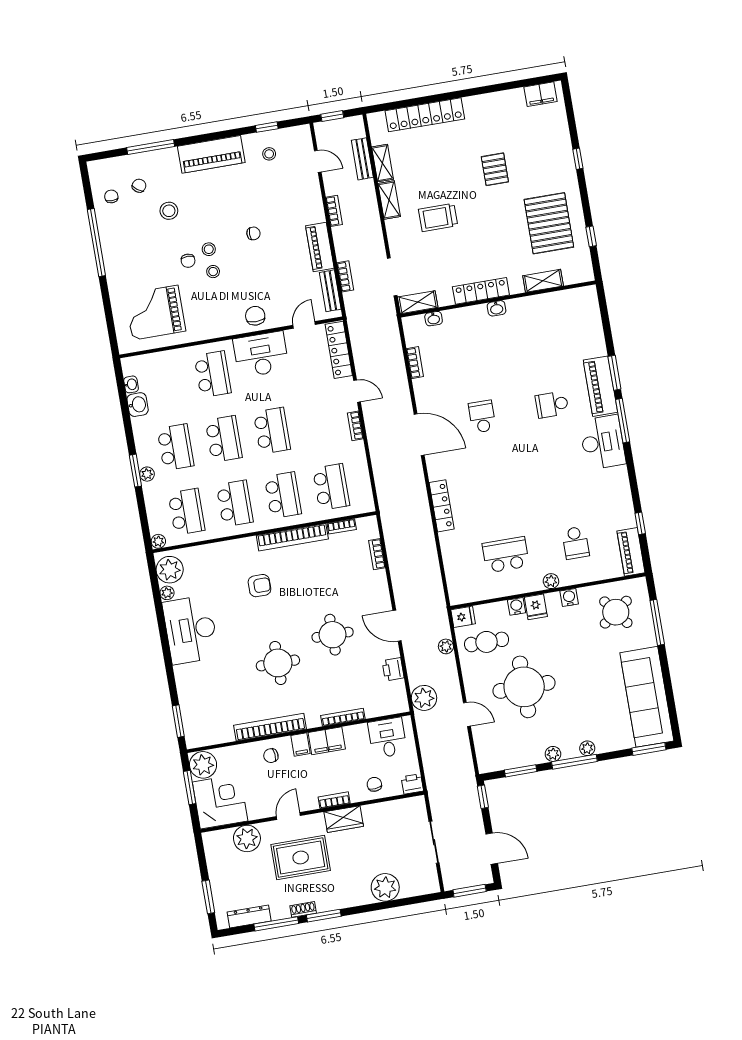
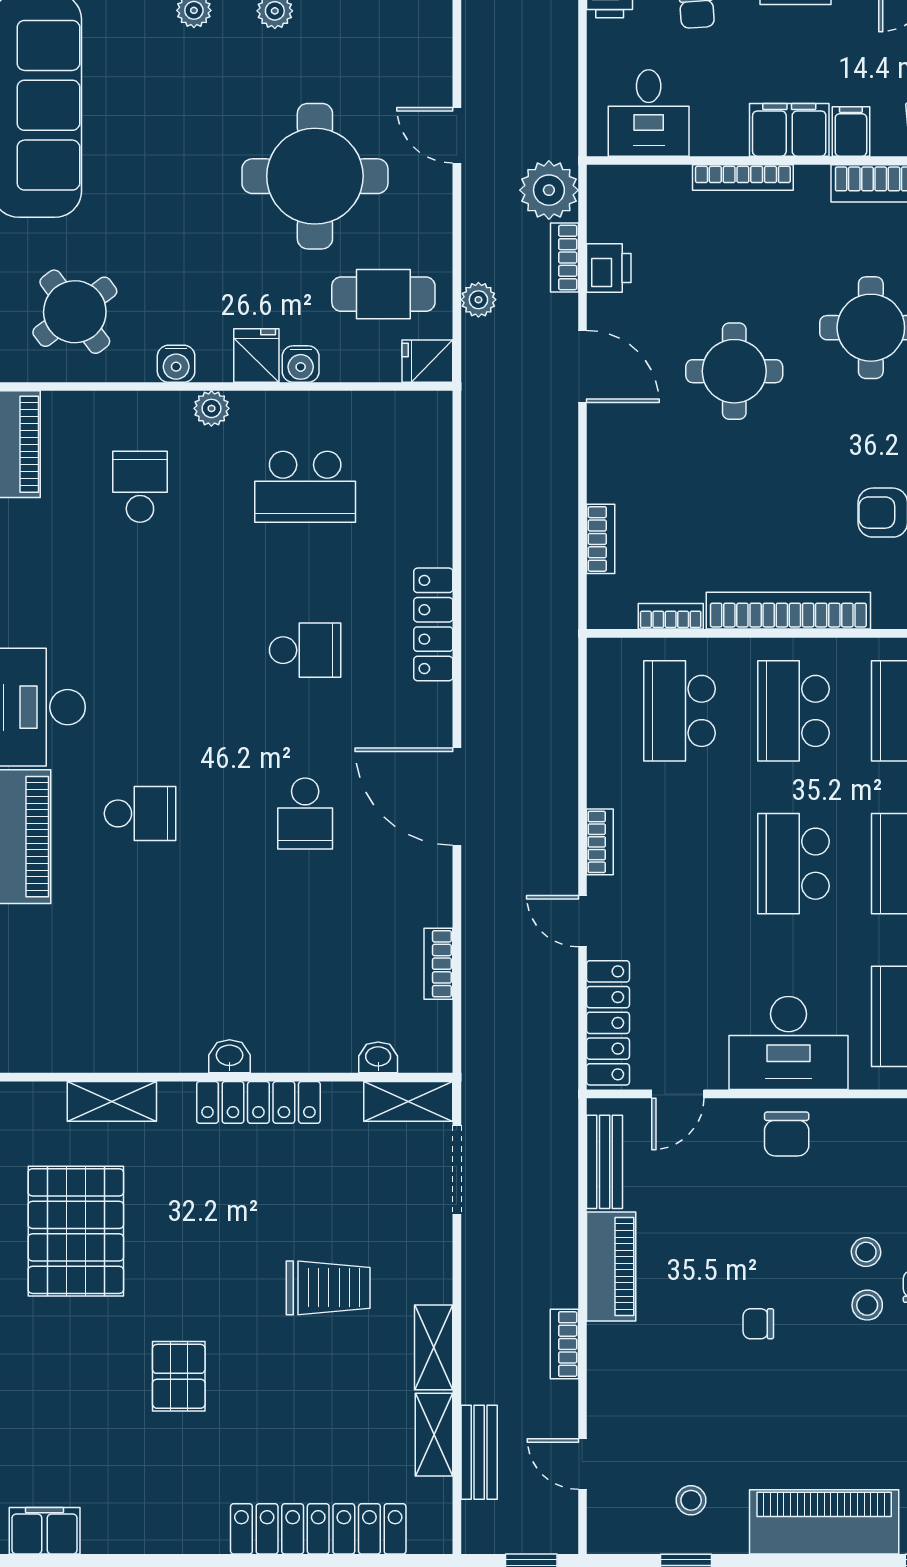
bookcase: (345, 276) -> (564, 258), moved
school desk: (494, 486) -> (305, 650), added

